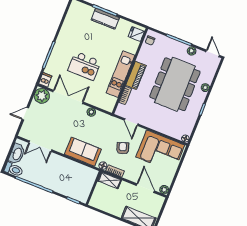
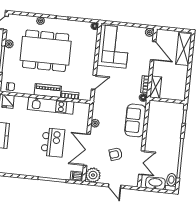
armchair: (123, 148) -> (116, 154), moved
door: (145, 188) -> (153, 51), swing flipped

